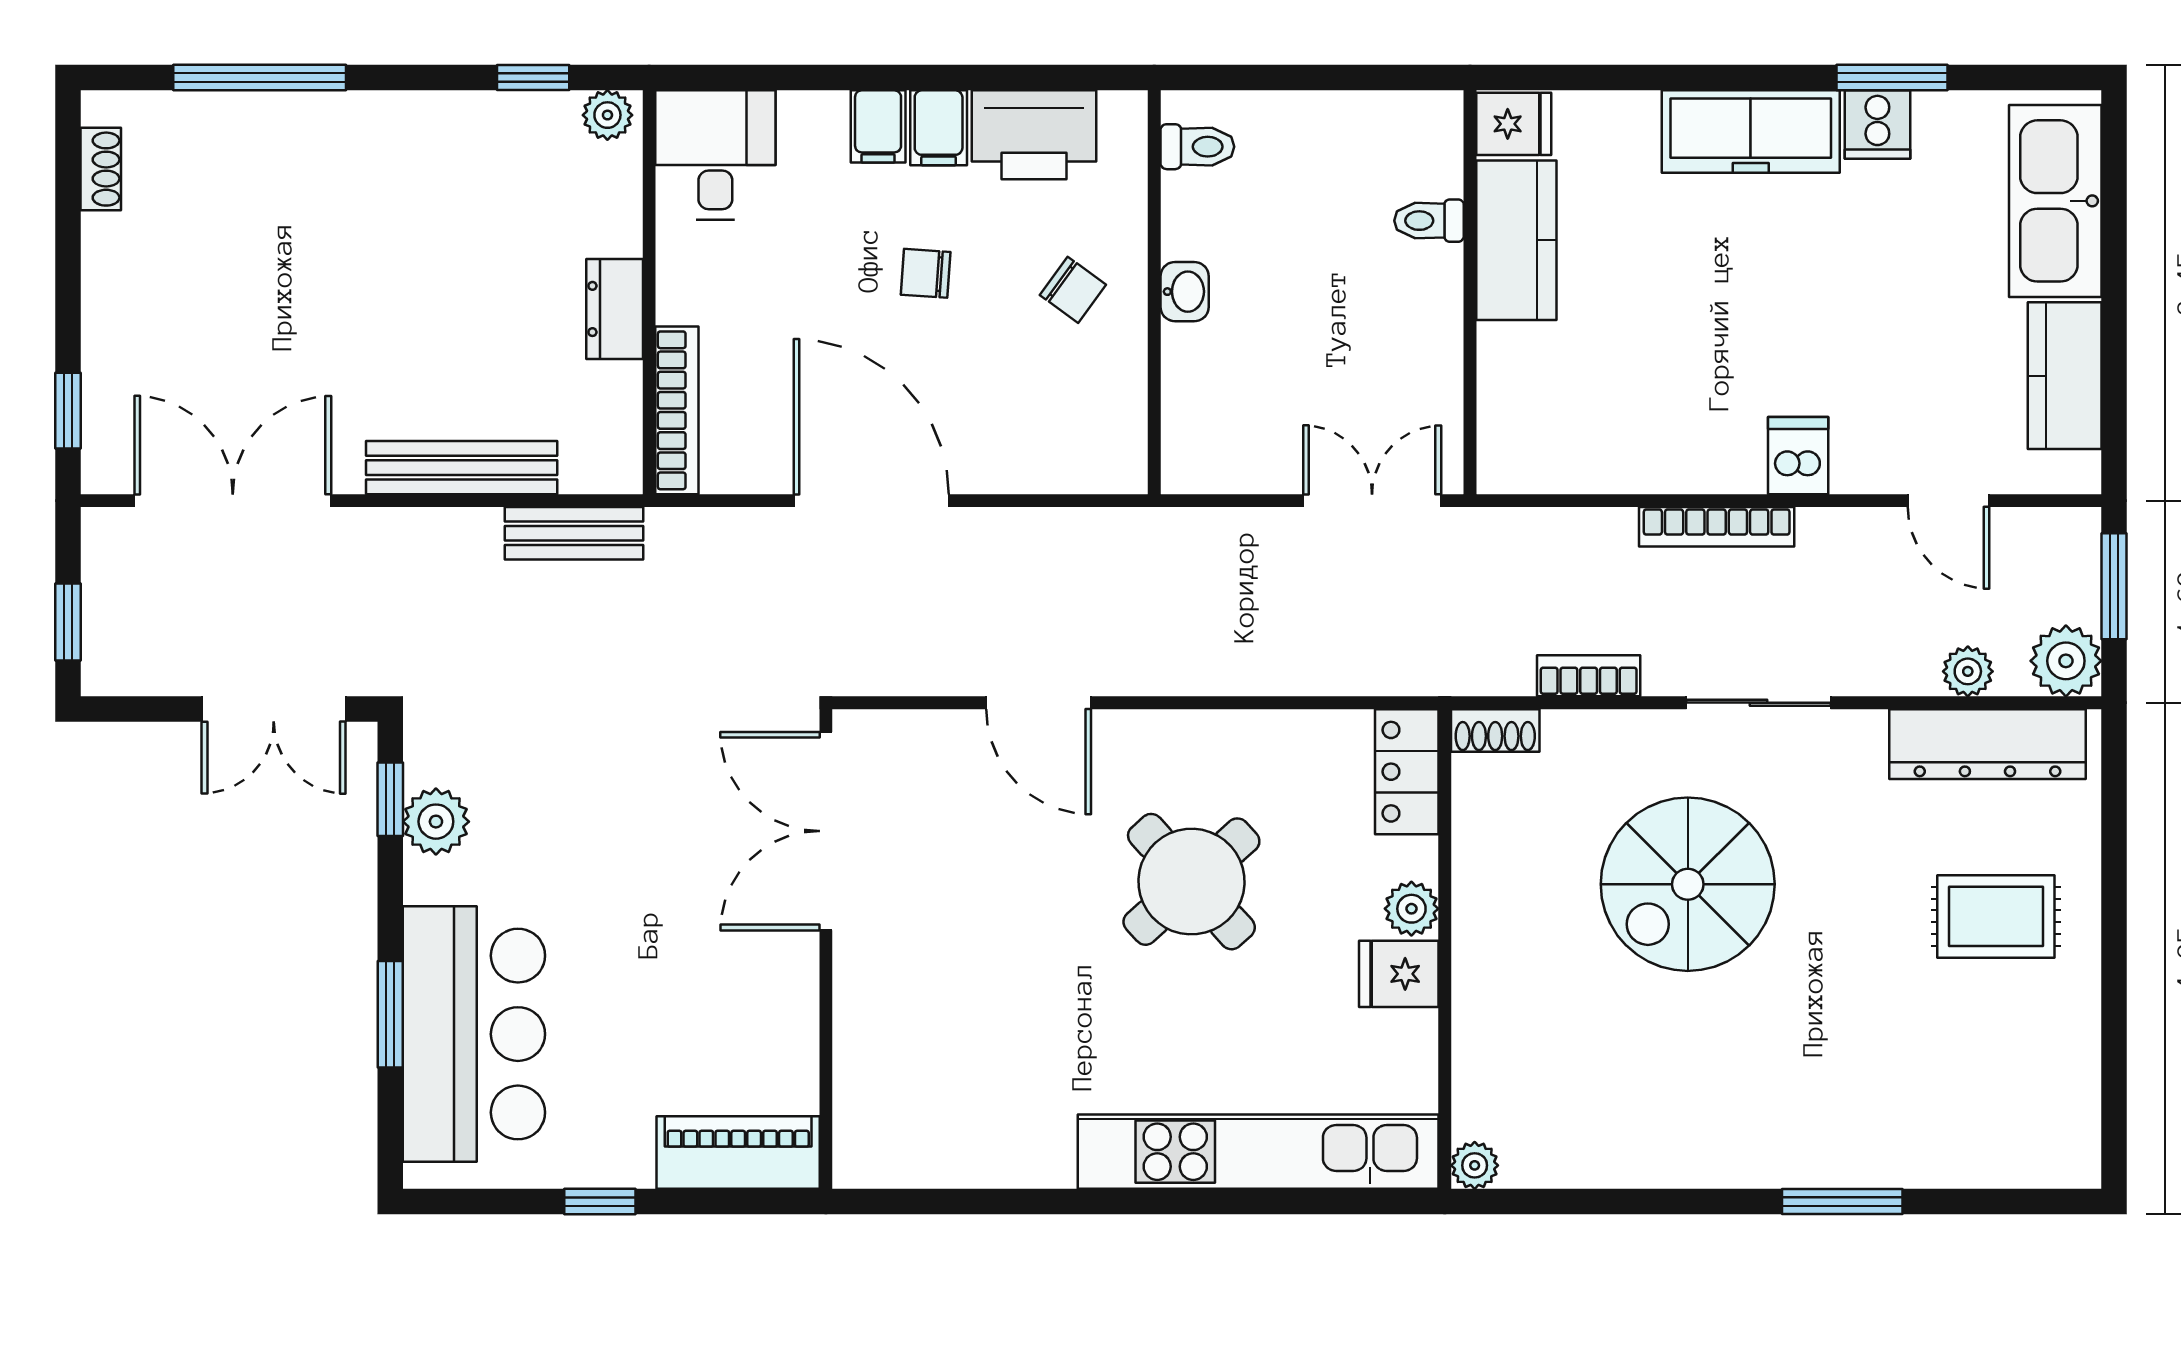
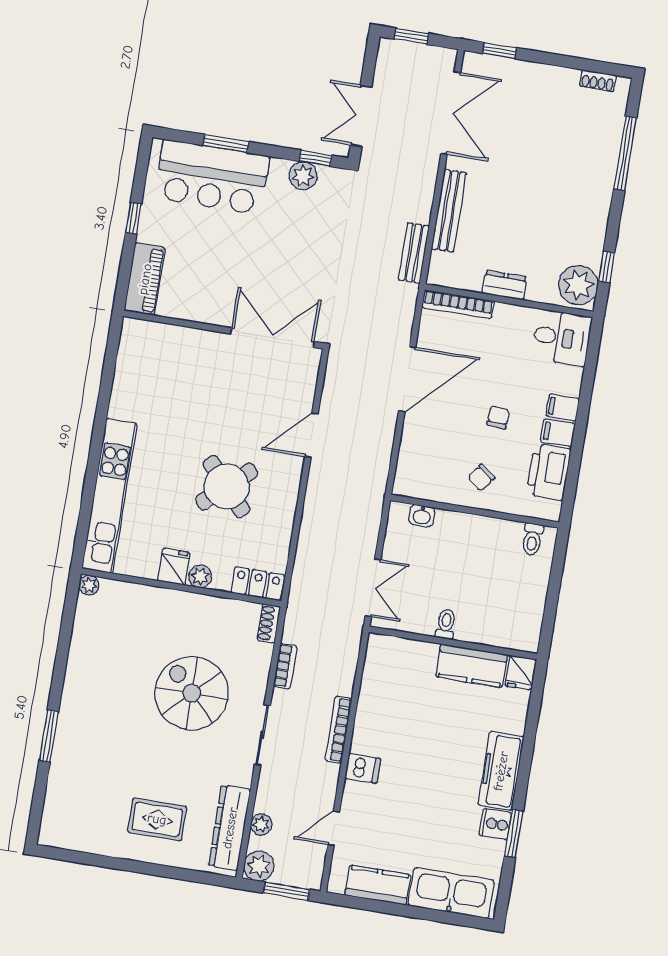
plant: (607, 115) -> (578, 285), width x1.88, depth x1.88
toilet: (1429, 221) -> (446, 624), moved
washbasin: (1185, 292) -> (422, 516), moved
rug: (1996, 916) -> (157, 819), turned 90

